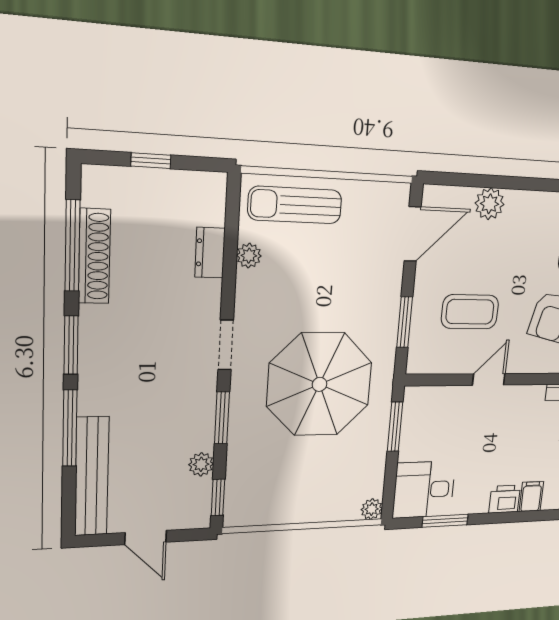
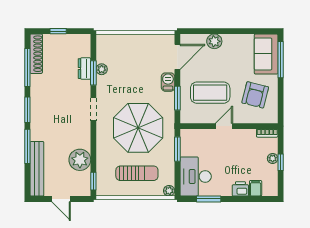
sun lounger: (295, 205) -> (137, 173), moved, turned 180
shoe rack: (94, 256) -> (36, 54), moved
barbecue: (389, 288) -> (168, 82), added
coffee table: (470, 312) -> (210, 93), width x1.36, depth x1.32
window: (222, 418) -> (93, 73), moved
plant: (201, 464) -> (80, 160), width x1.88, depth x1.88
desk: (424, 490) -> (196, 176), width x1.37

